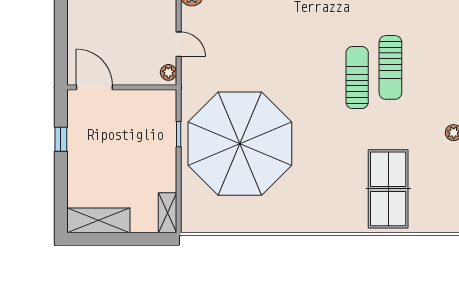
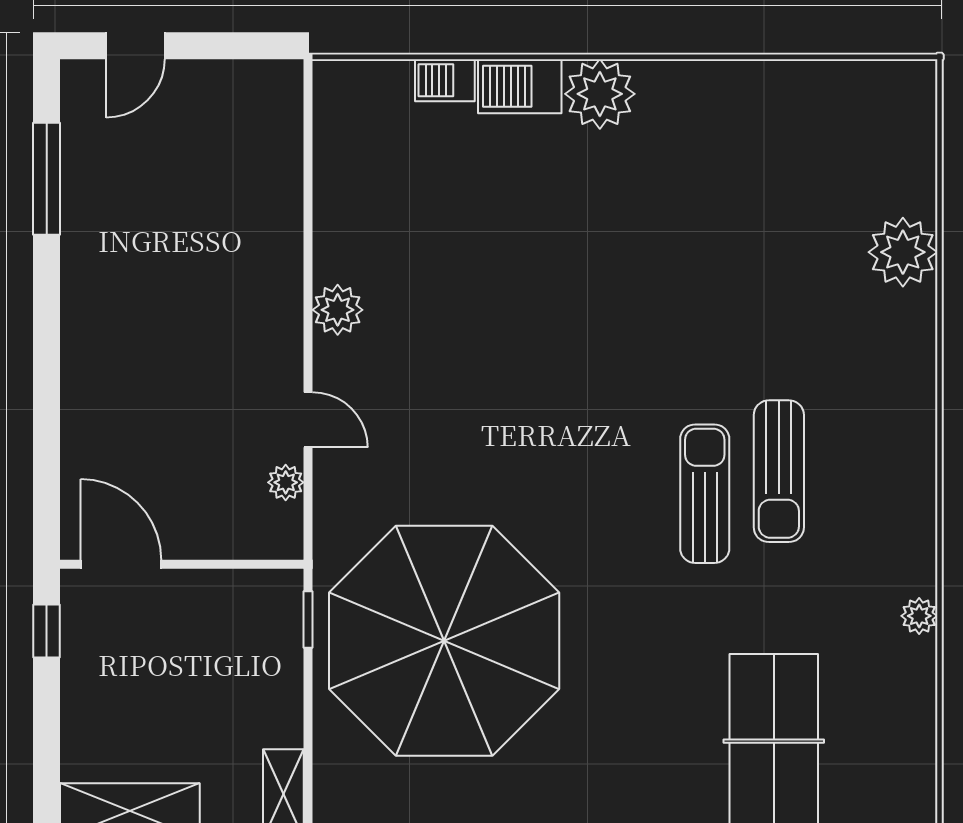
door: (94, 87) -> (121, 564), moved
wall: (122, 87) -> (182, 564), moved

